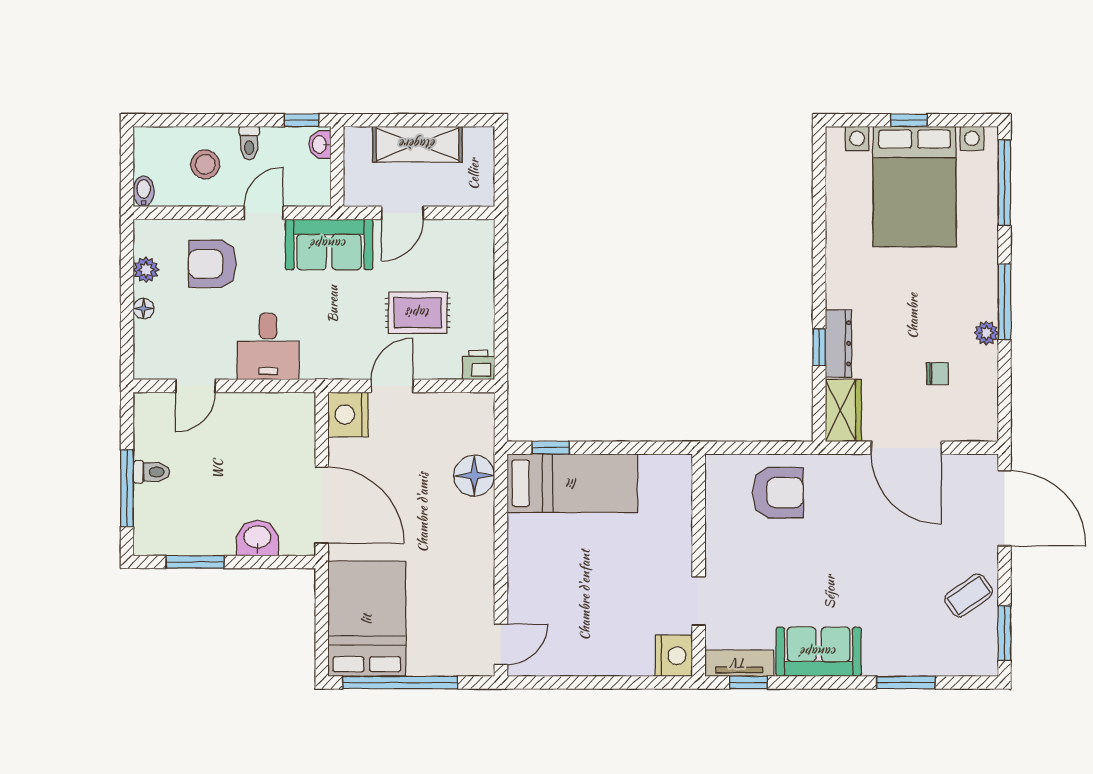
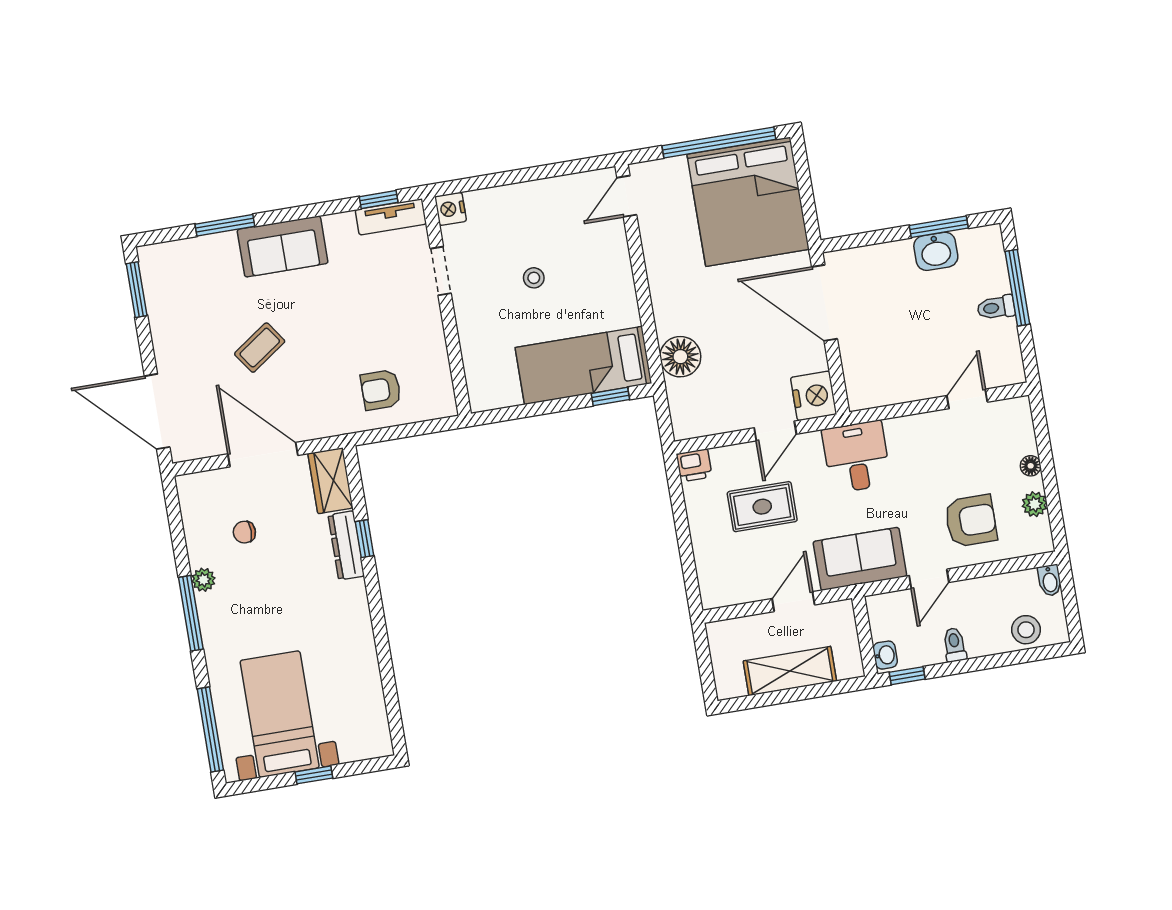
stool: (205, 164) -> (1026, 630), moved
bed with nightstands: (915, 187) -> (280, 714), width x0.73
desk: (268, 347) -> (856, 457), moved
armchair: (778, 493) -> (381, 390), width x0.72, depth x0.72
washbasin: (257, 538) -> (936, 251), moved
stool: (607, 579) -> (534, 278), added
coffee table: (969, 596) -> (260, 348), moved
bed: (367, 619) -> (748, 202), width x1.36
sofa: (819, 652) -> (283, 246), moved
nightstand: (674, 656) -> (450, 209), width x0.74, depth x0.75

